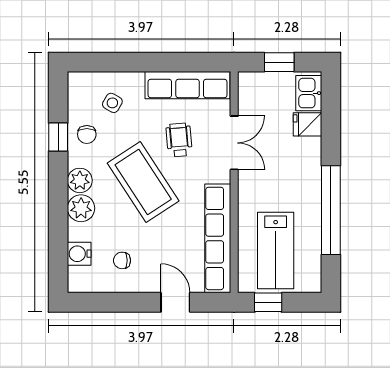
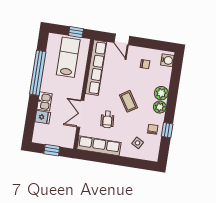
kitchen sink: (309, 93) -> (45, 101), moved
coffee table: (143, 182) -> (128, 101), width x0.54, depth x0.58
water cooler: (79, 254) -> (167, 60), moved

